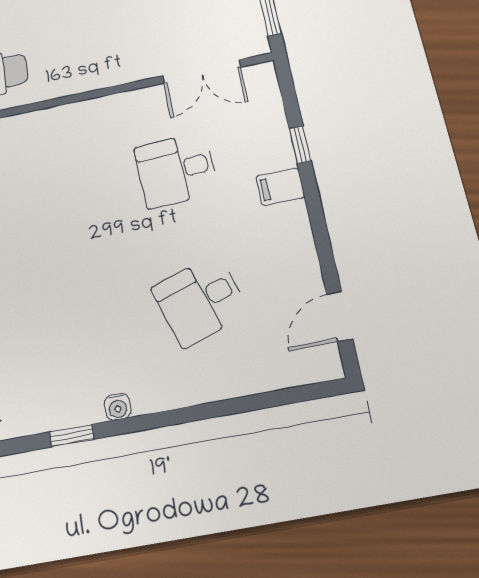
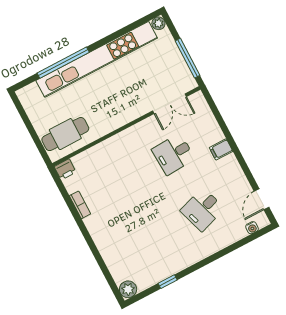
window: (300, 145) -> (224, 128), removed
water cooler: (118, 407) -> (252, 228), moved

